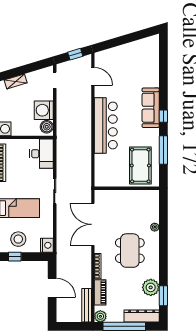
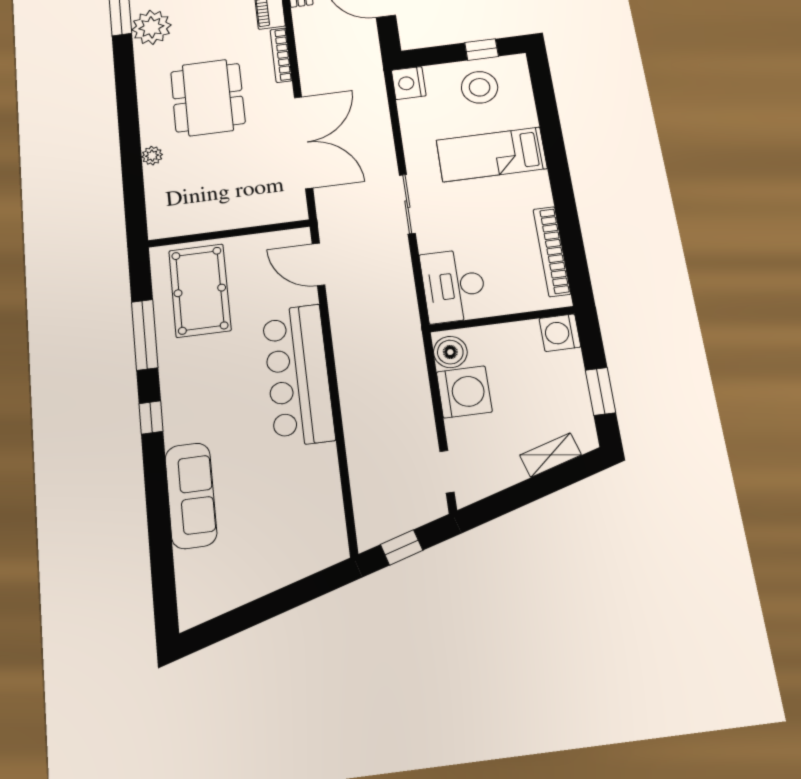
door: (93, 76) -> (318, 264), moved
sofa: (151, 108) -> (191, 495), moved

